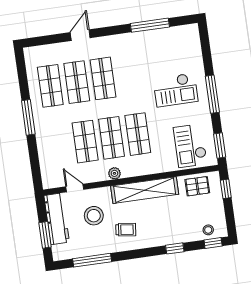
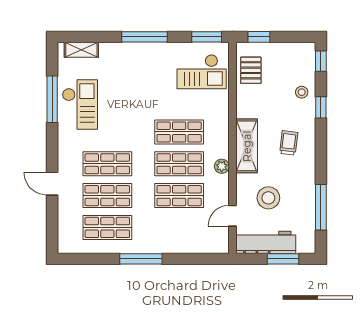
shelving: (194, 44) -> (81, 50), added
checkout: (176, 90) -> (80, 105), moved
shelving: (145, 190) -> (247, 146), width x0.68
trolley: (126, 230) -> (289, 143), moved
stool: (208, 230) -> (302, 92), moved

